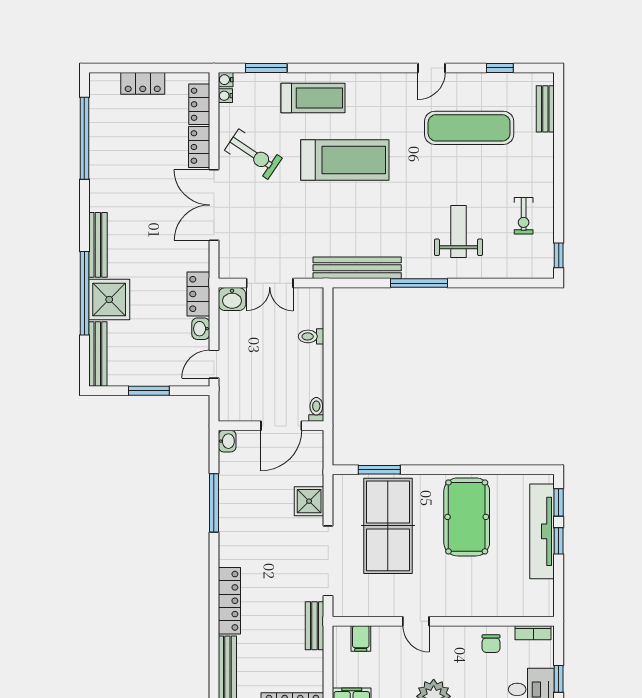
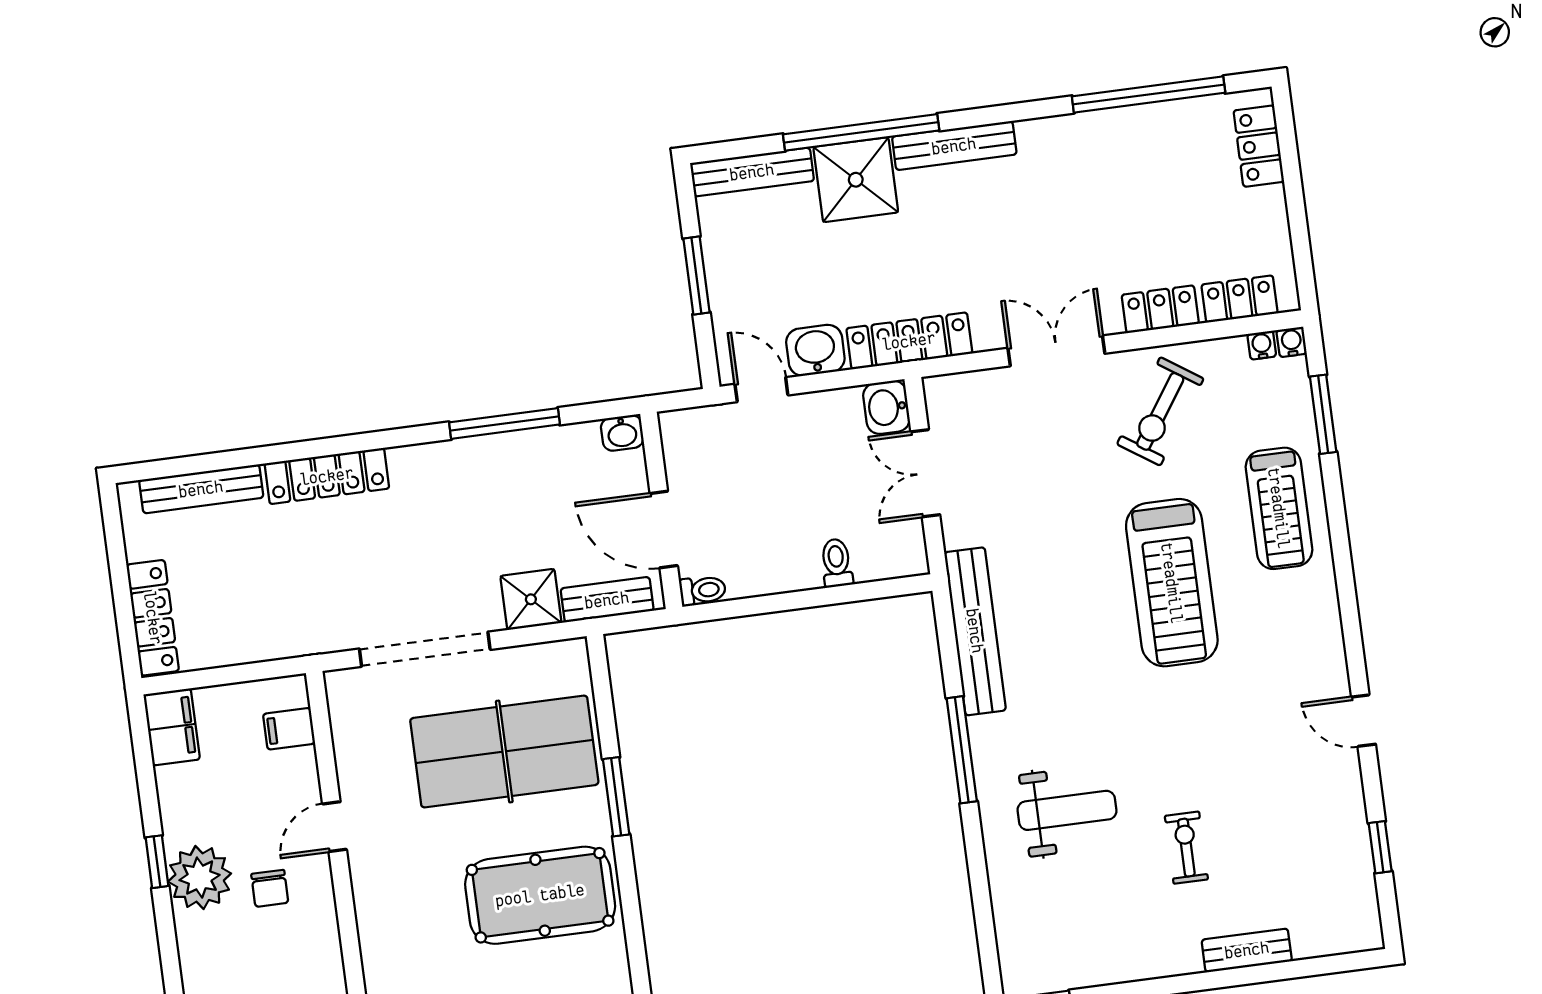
locker: (143, 83) -> (1259, 146), moved
bench: (545, 109) -> (1247, 950), moved
exercise mat: (469, 128) -> (1262, 805), removed
double door: (214, 205) -> (1056, 351), width x0.73
exercise bike: (524, 216) -> (1186, 848), moved, turned 90
locker: (198, 294) -> (909, 341), width x1.53
washbasin: (201, 329) -> (815, 350), width x1.38, depth x1.45
window: (379, 470) -> (616, 797), moved
bench: (315, 626) -> (607, 600), moved
chair: (491, 644) -> (270, 888), moved, turned -90

